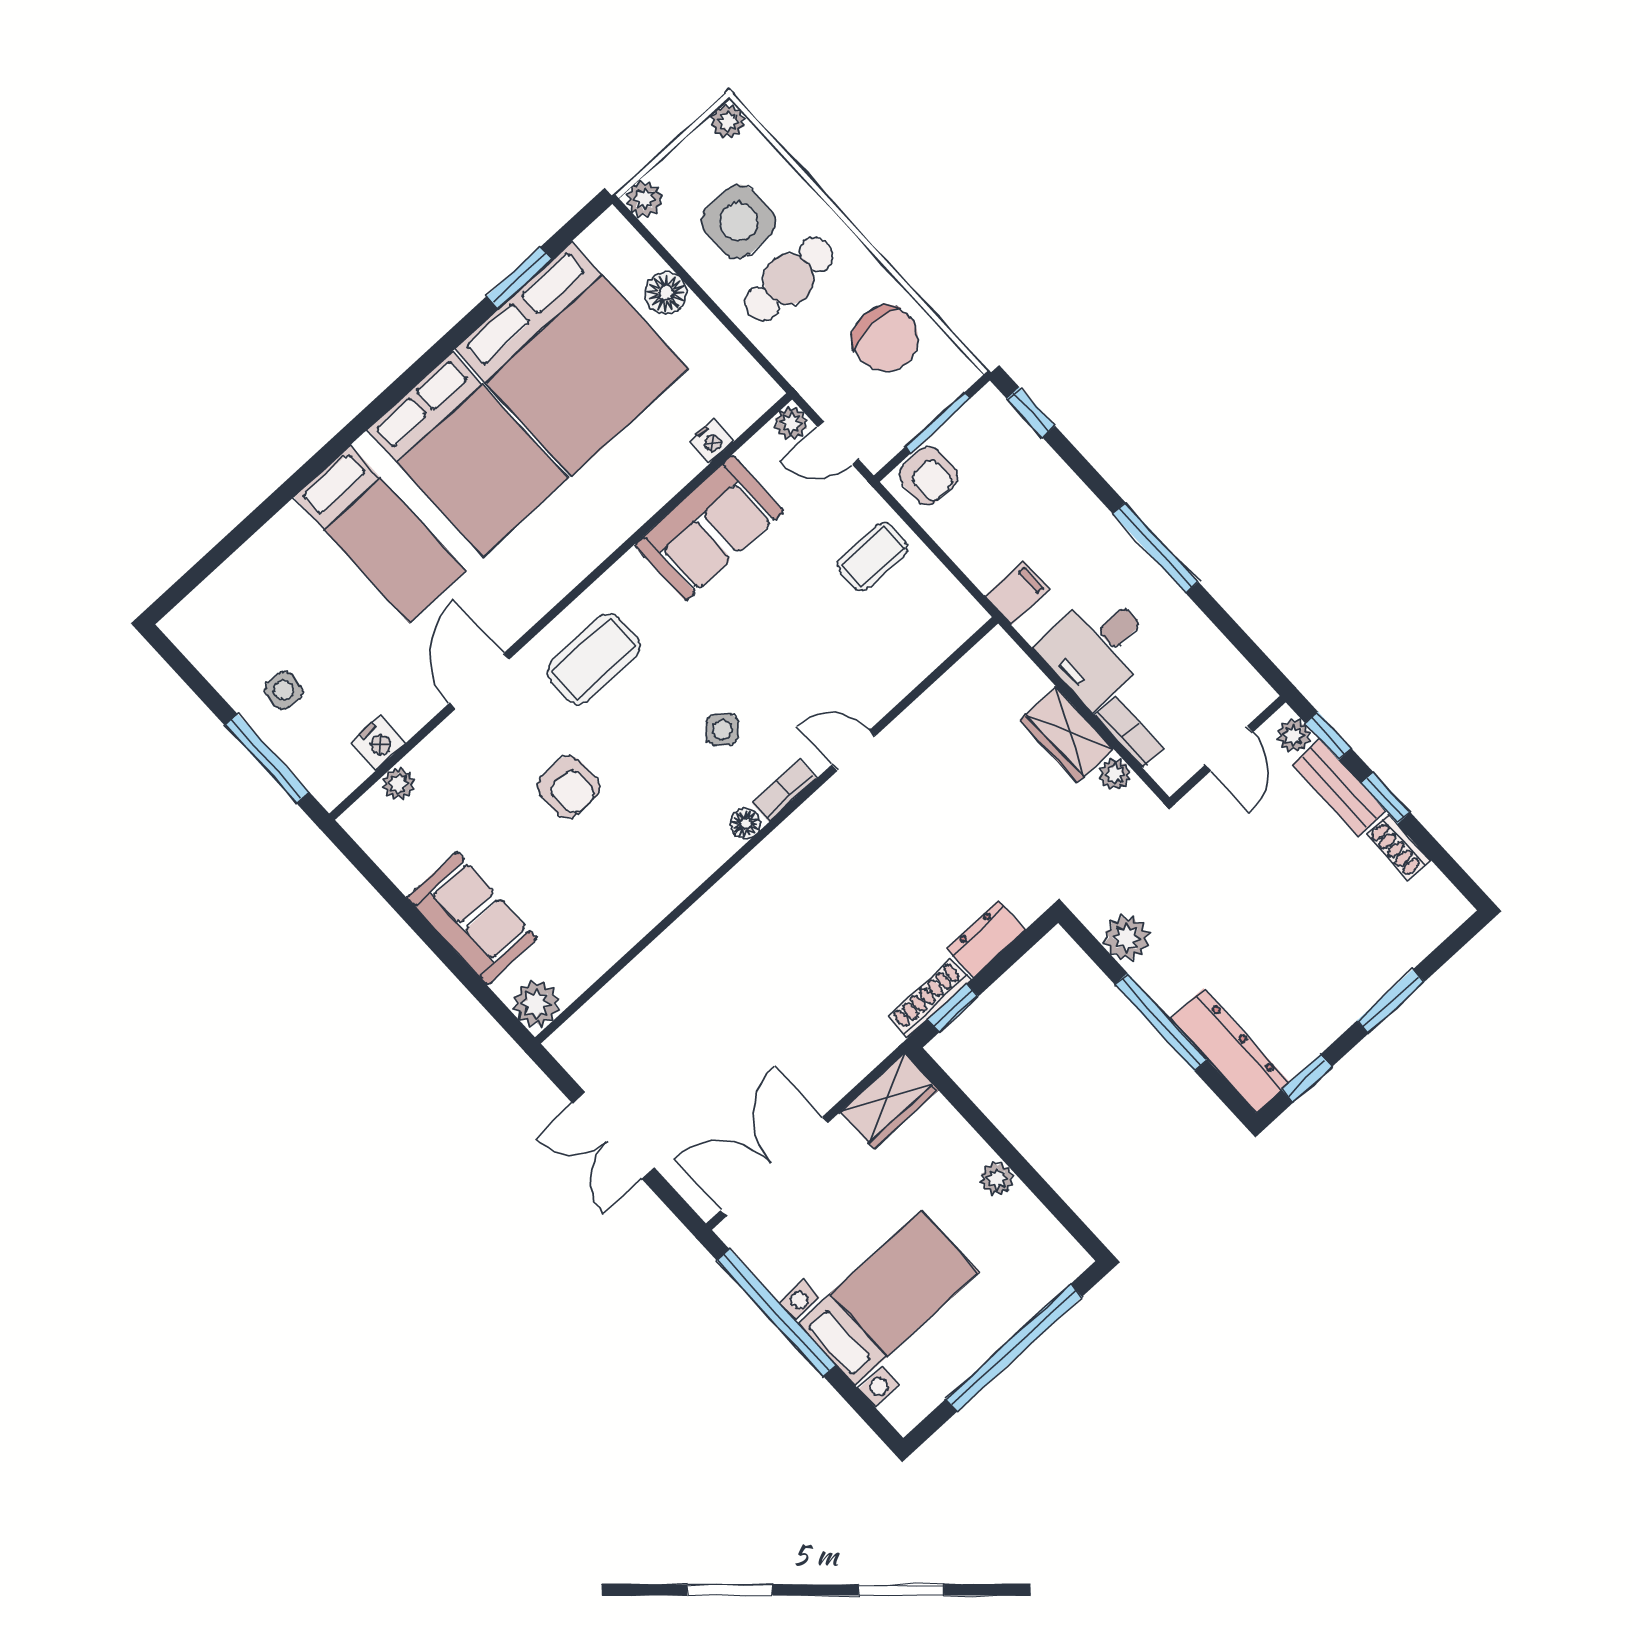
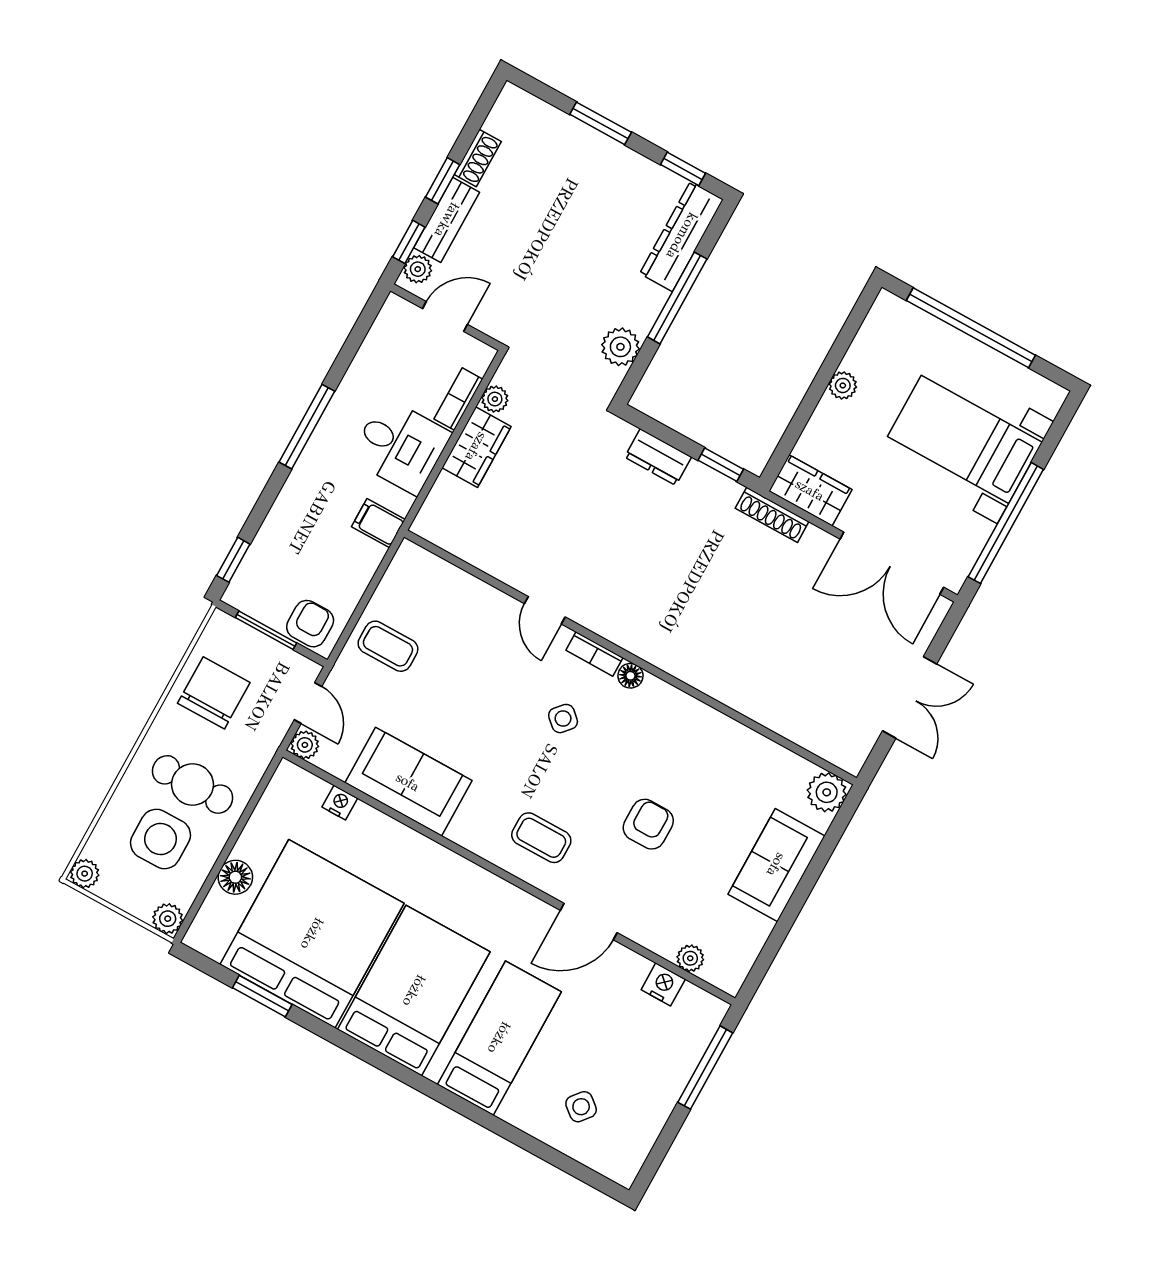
coffee table: (594, 659) -> (541, 838), width x0.73, depth x0.77
side table: (284, 690) -> (581, 1107), moved, turned 36
shoe rack: (929, 998) -> (772, 515), moved

